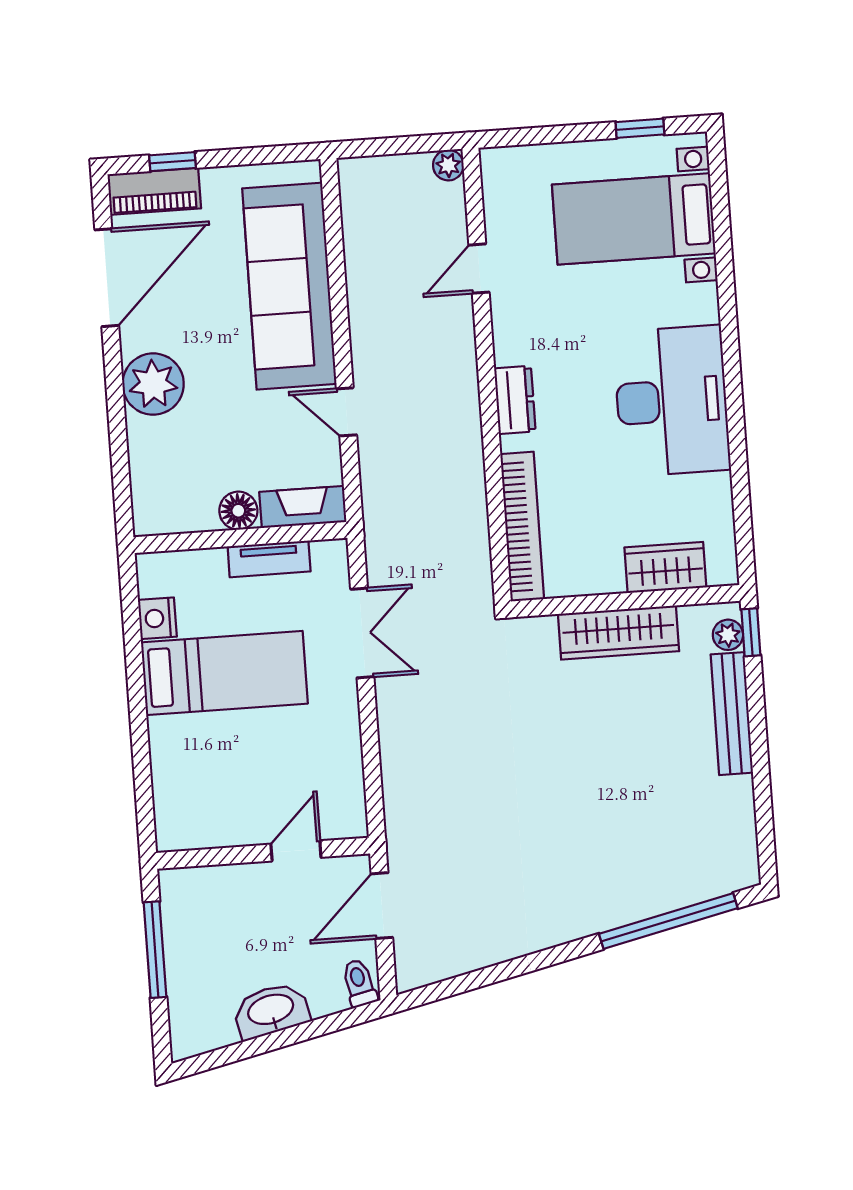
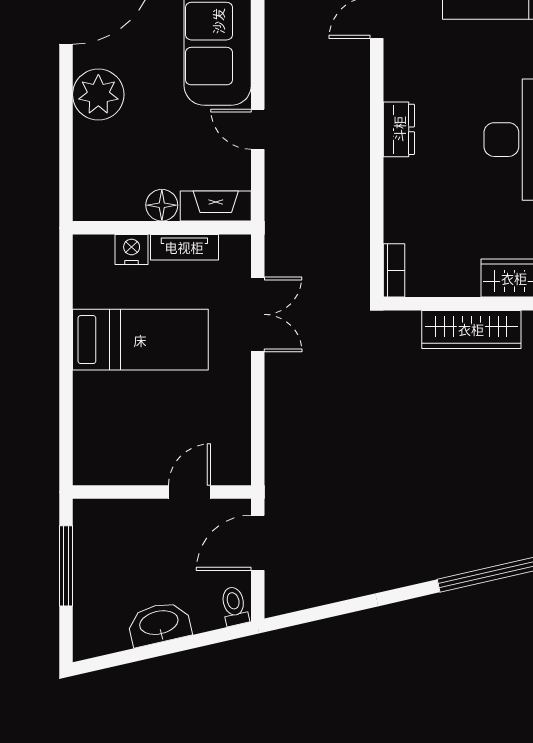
bookcase: (522, 527) -> (394, 270), width x0.43, depth x0.76
nightstand: (157, 618) -> (132, 249), moved, turned 90

